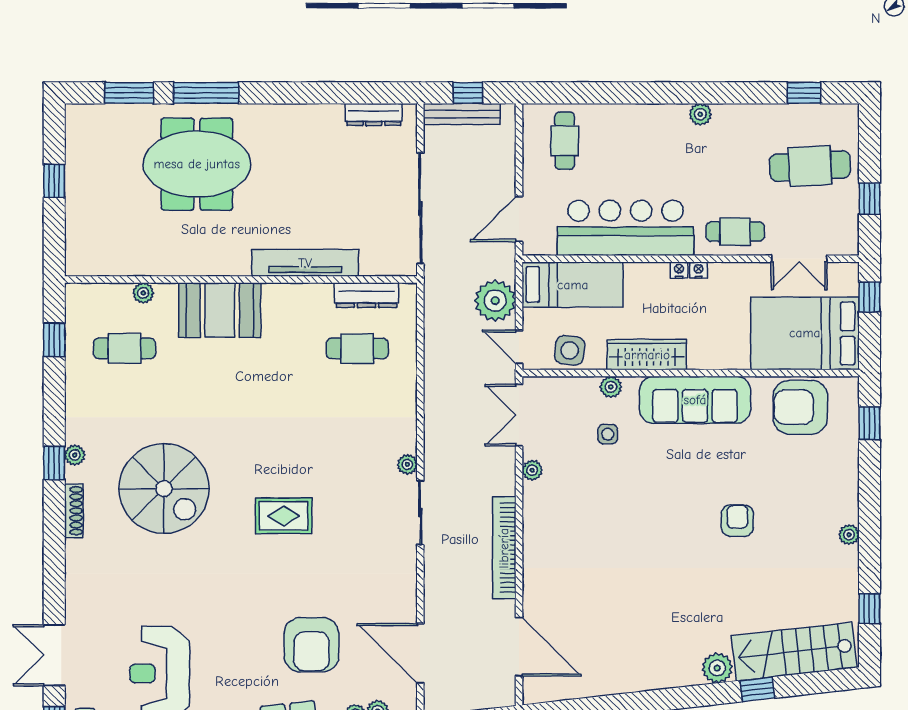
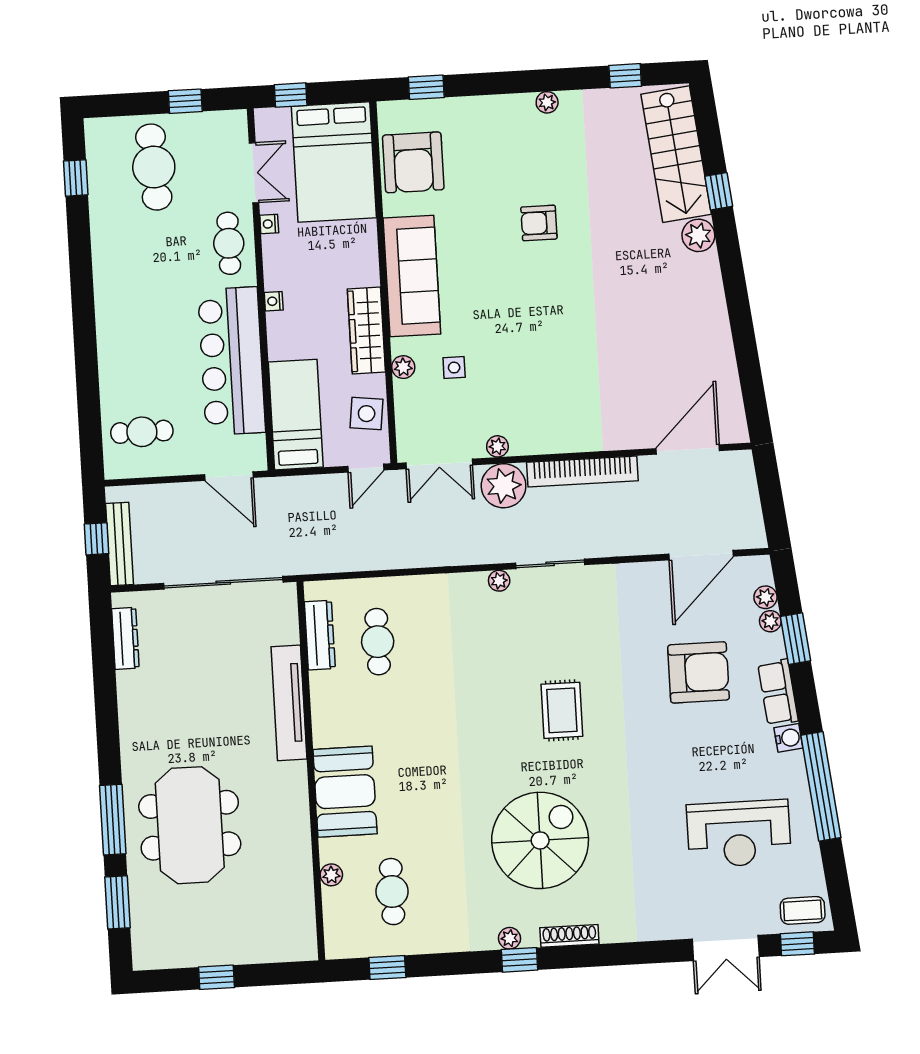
plant: (700, 114) -> (105, 288), removed
nightstand: (699, 270) -> (269, 224), moved
plant: (495, 301) -> (504, 486), moved

